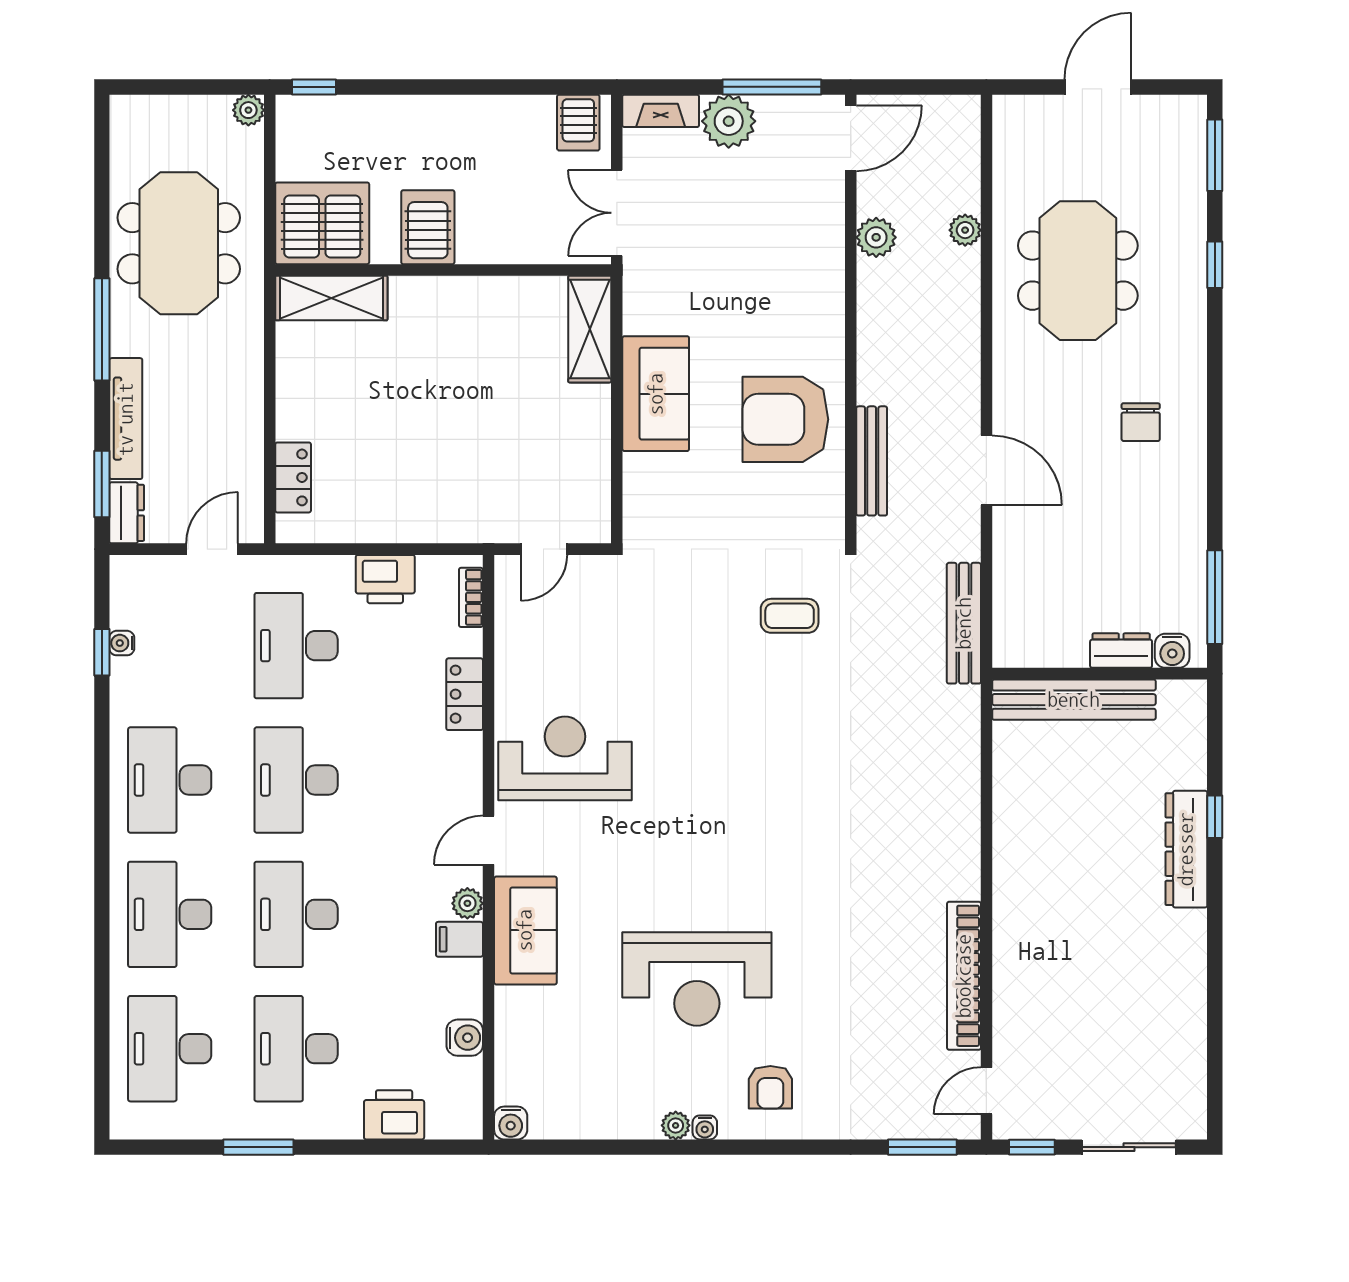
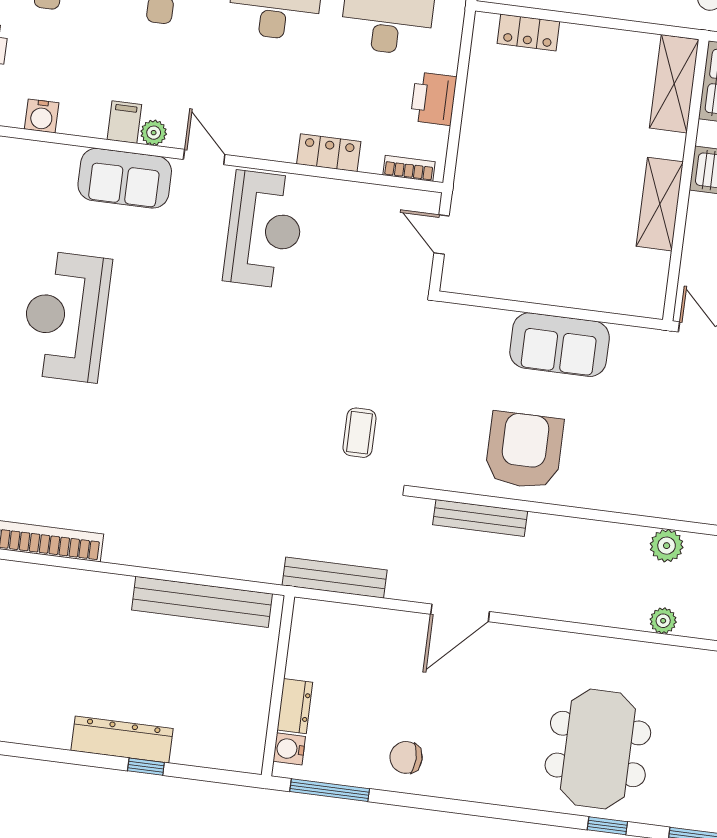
meeting table: (1078, 271) -> (598, 749), moved, turned 90
shelving: (590, 329) -> (660, 204), moved, turned 90
chair: (1141, 422) -> (406, 757), moved
bench: (1074, 700) -> (202, 602), moved, turned 90

